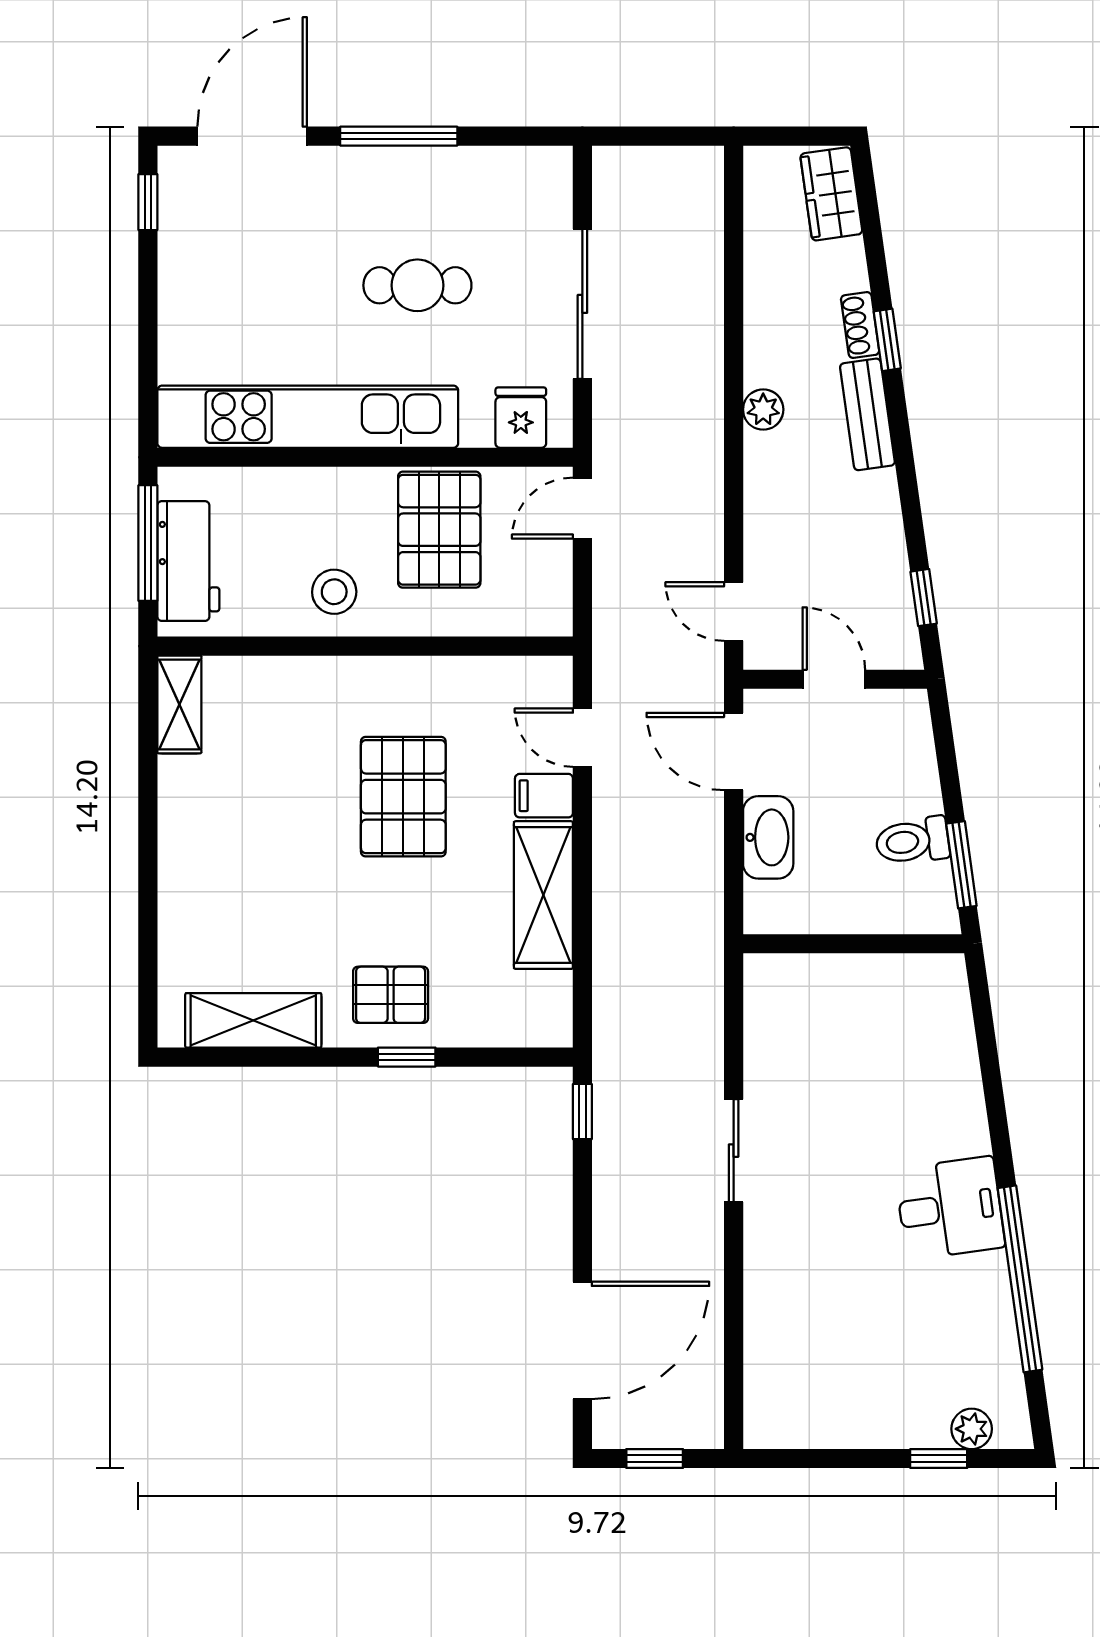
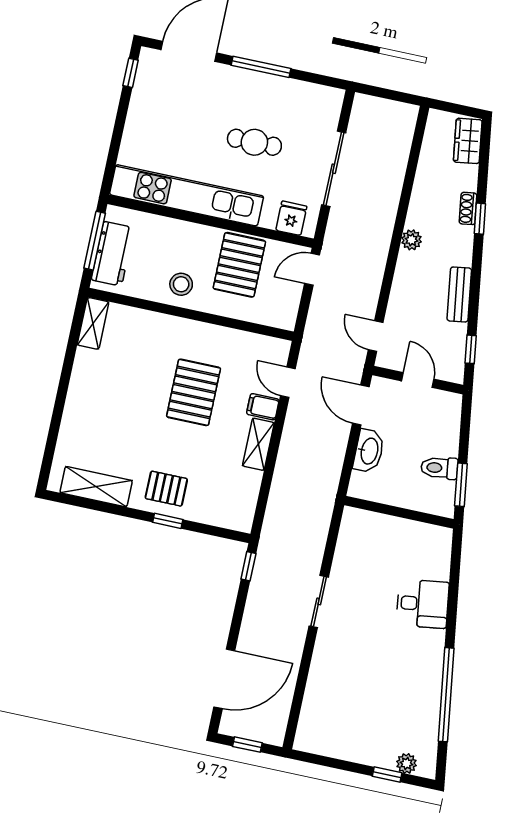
bench: (867, 414) -> (459, 294), moved
shelving: (543, 895) -> (258, 444), width x0.67, depth x0.75
desk: (950, 1208) -> (423, 604), moved

